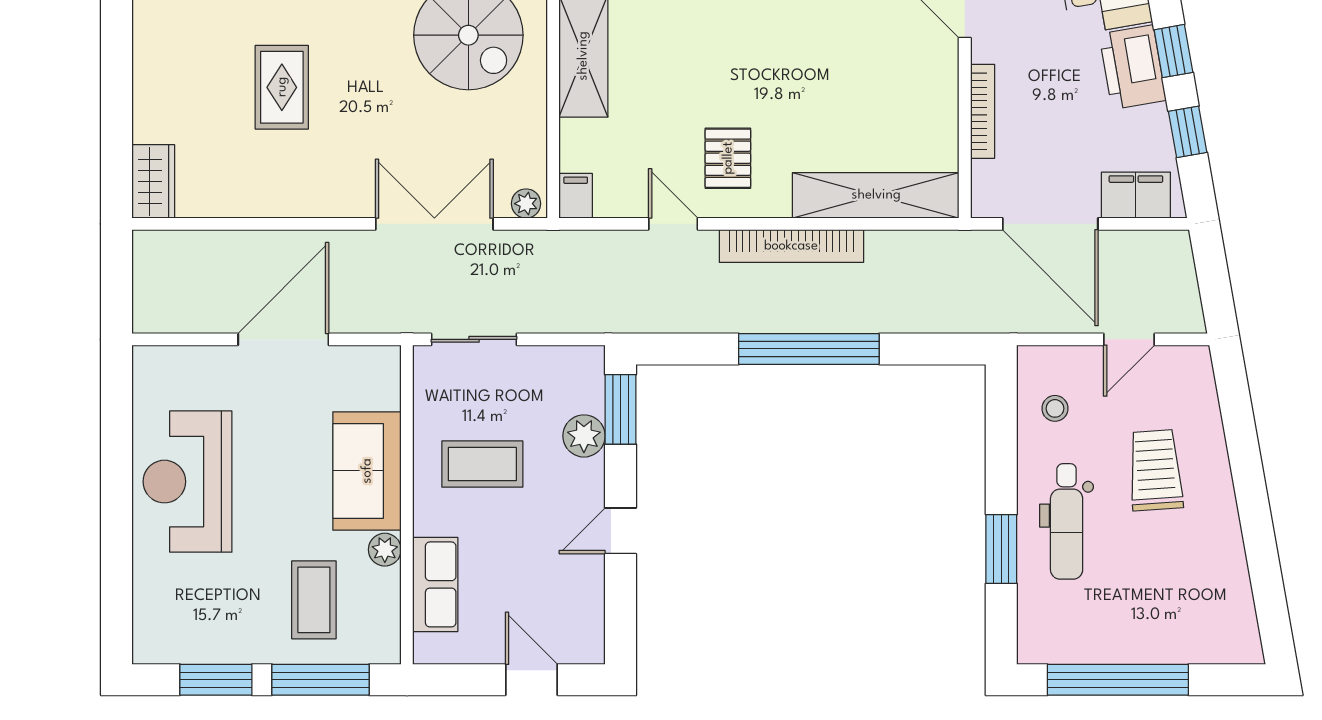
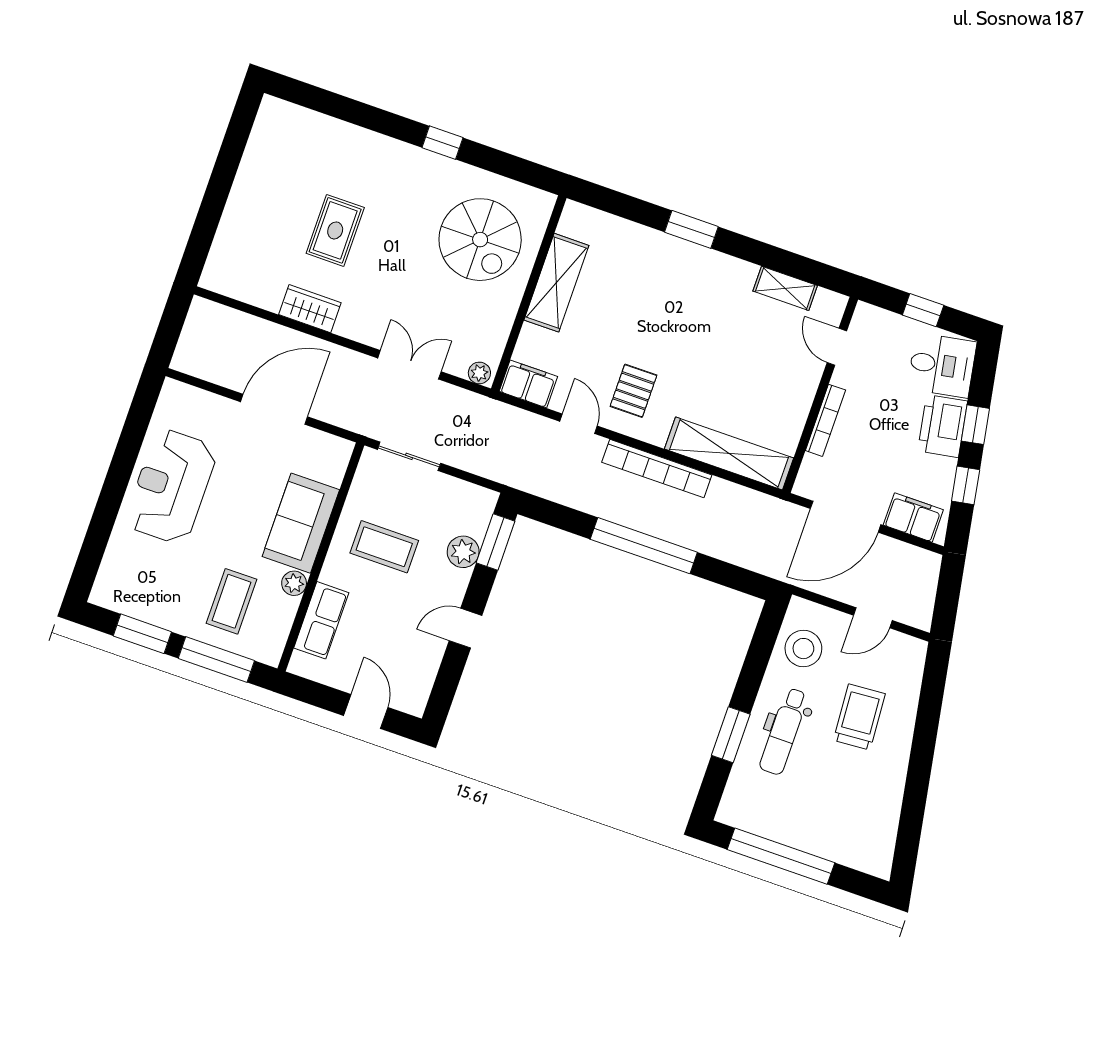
wardrobe: (153, 181) -> (310, 309), moved, turned -90
filing cabinet: (576, 196) -> (528, 384), width x2.00
double door: (434, 224) -> (409, 365), width x0.73
door: (1050, 224) -> (846, 517), hinge flipped
stool: (1055, 408) -> (803, 649), width x1.89, depth x1.89

